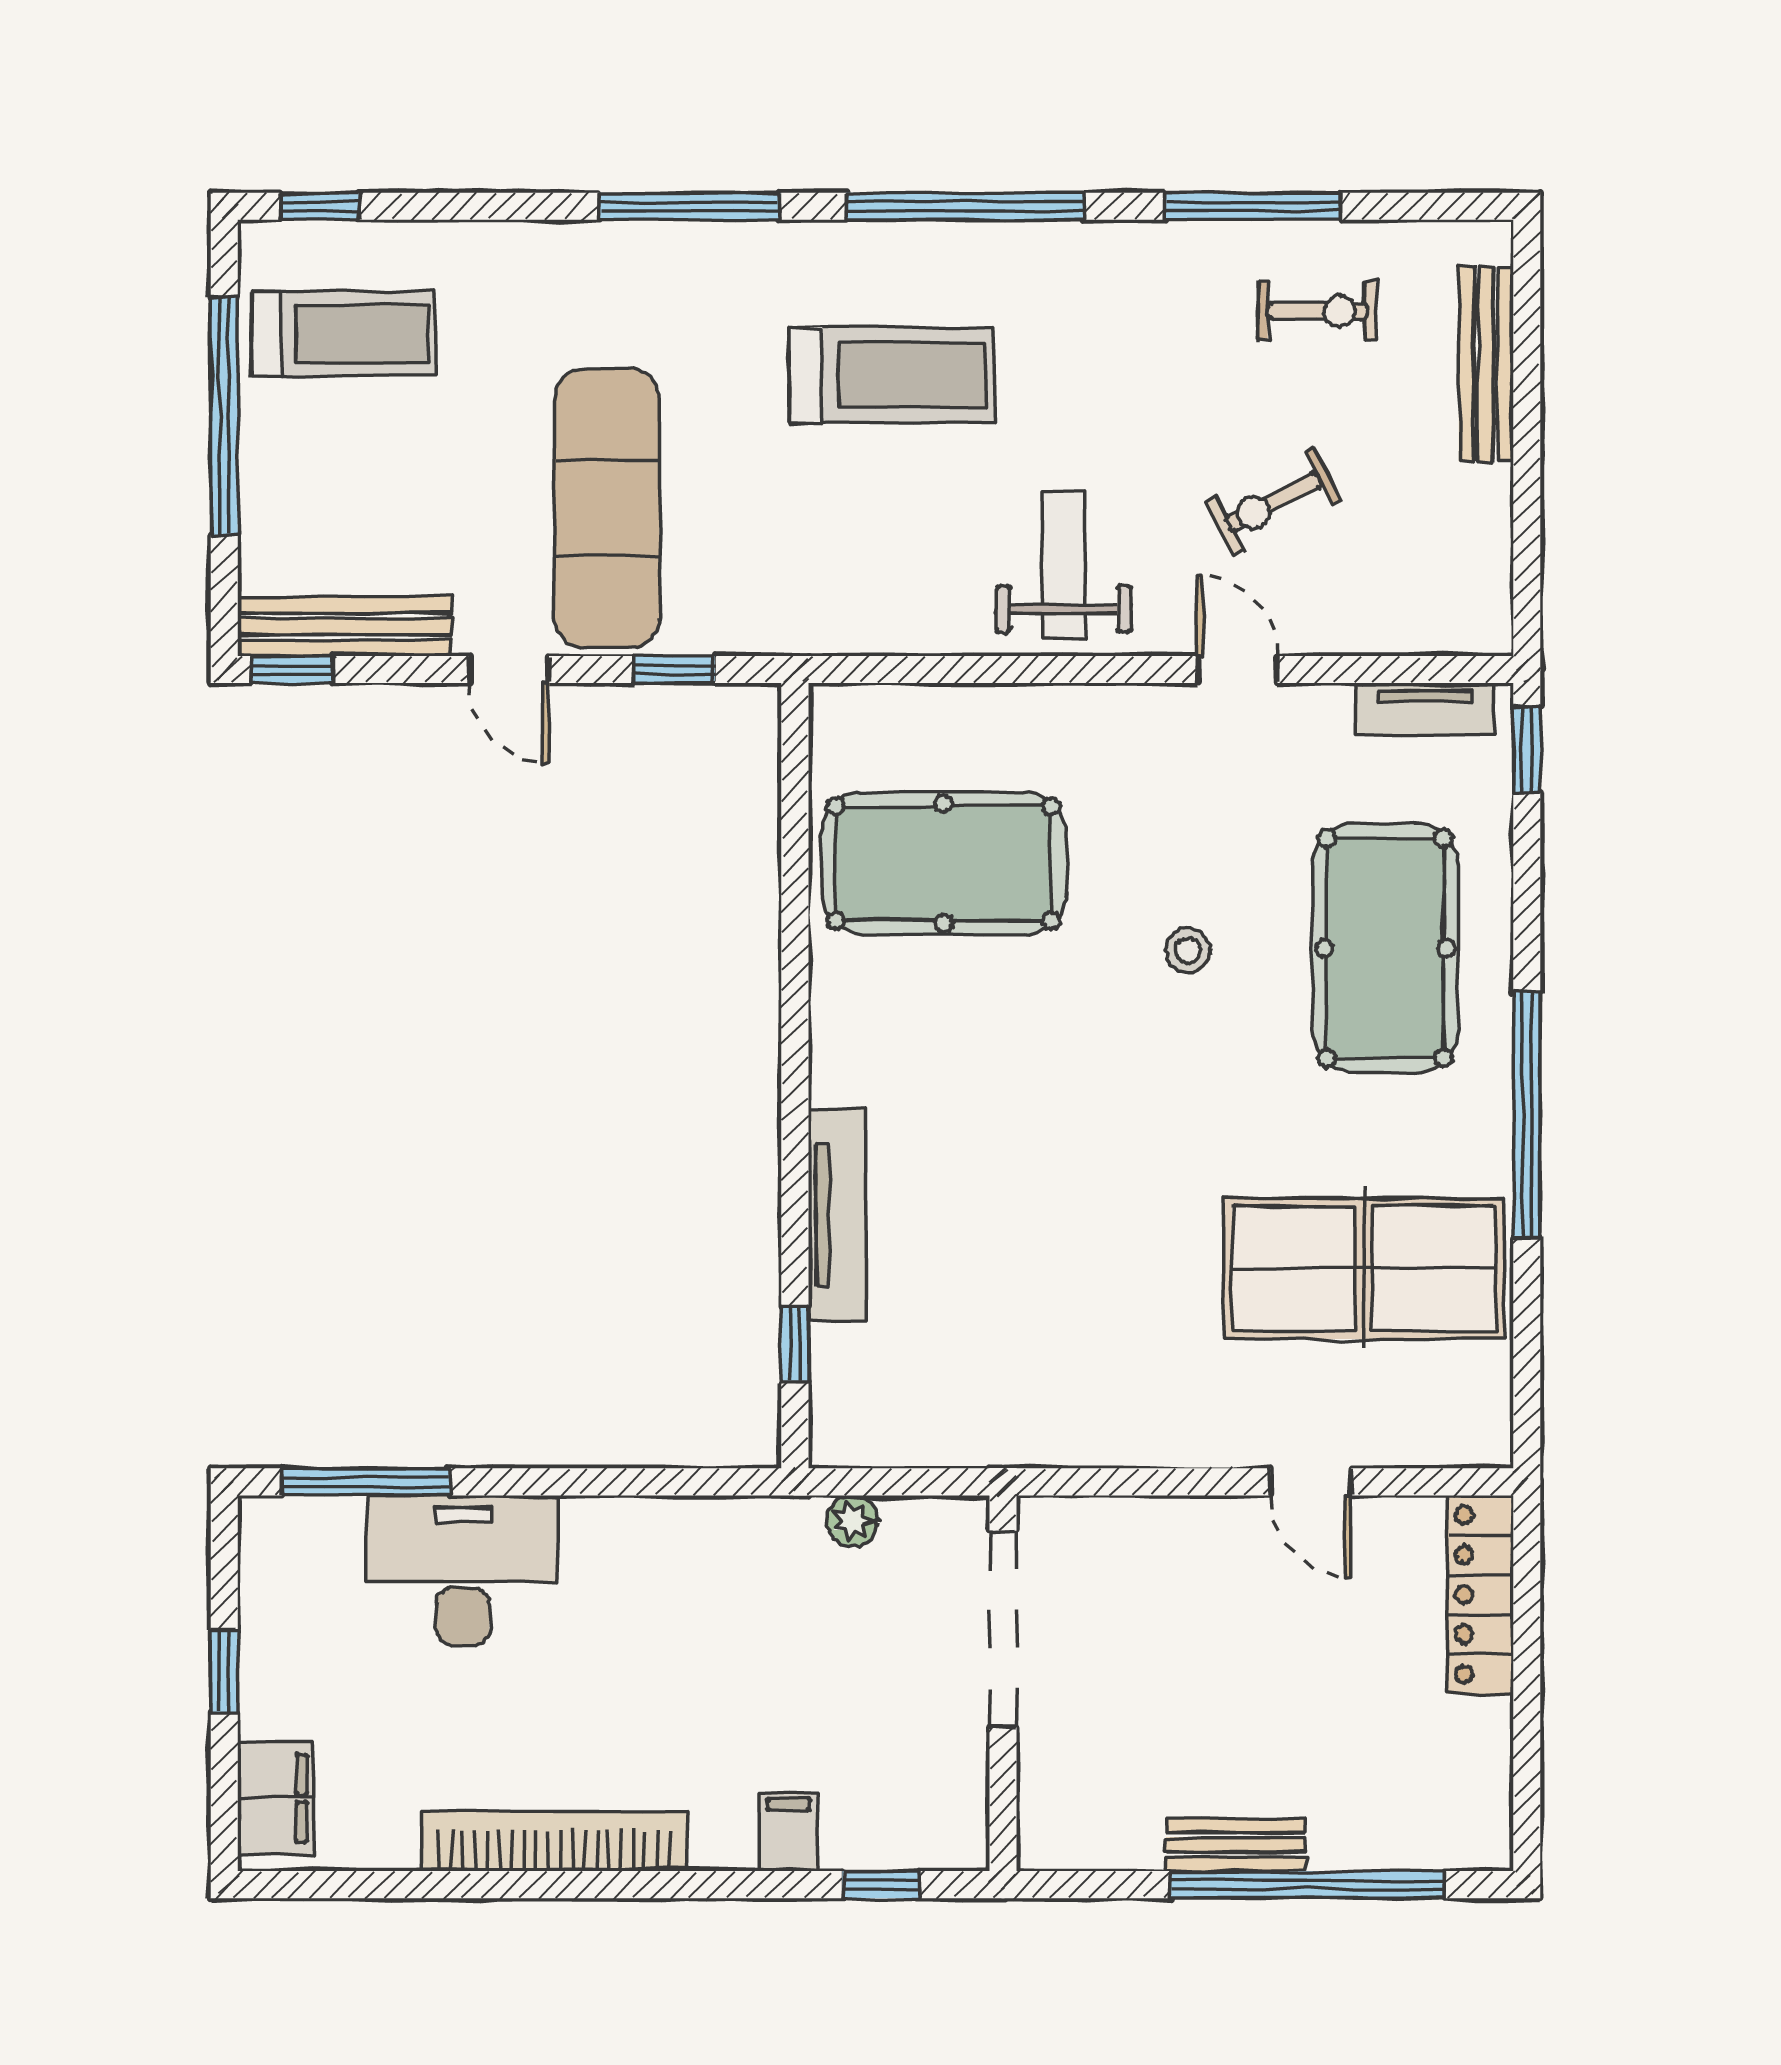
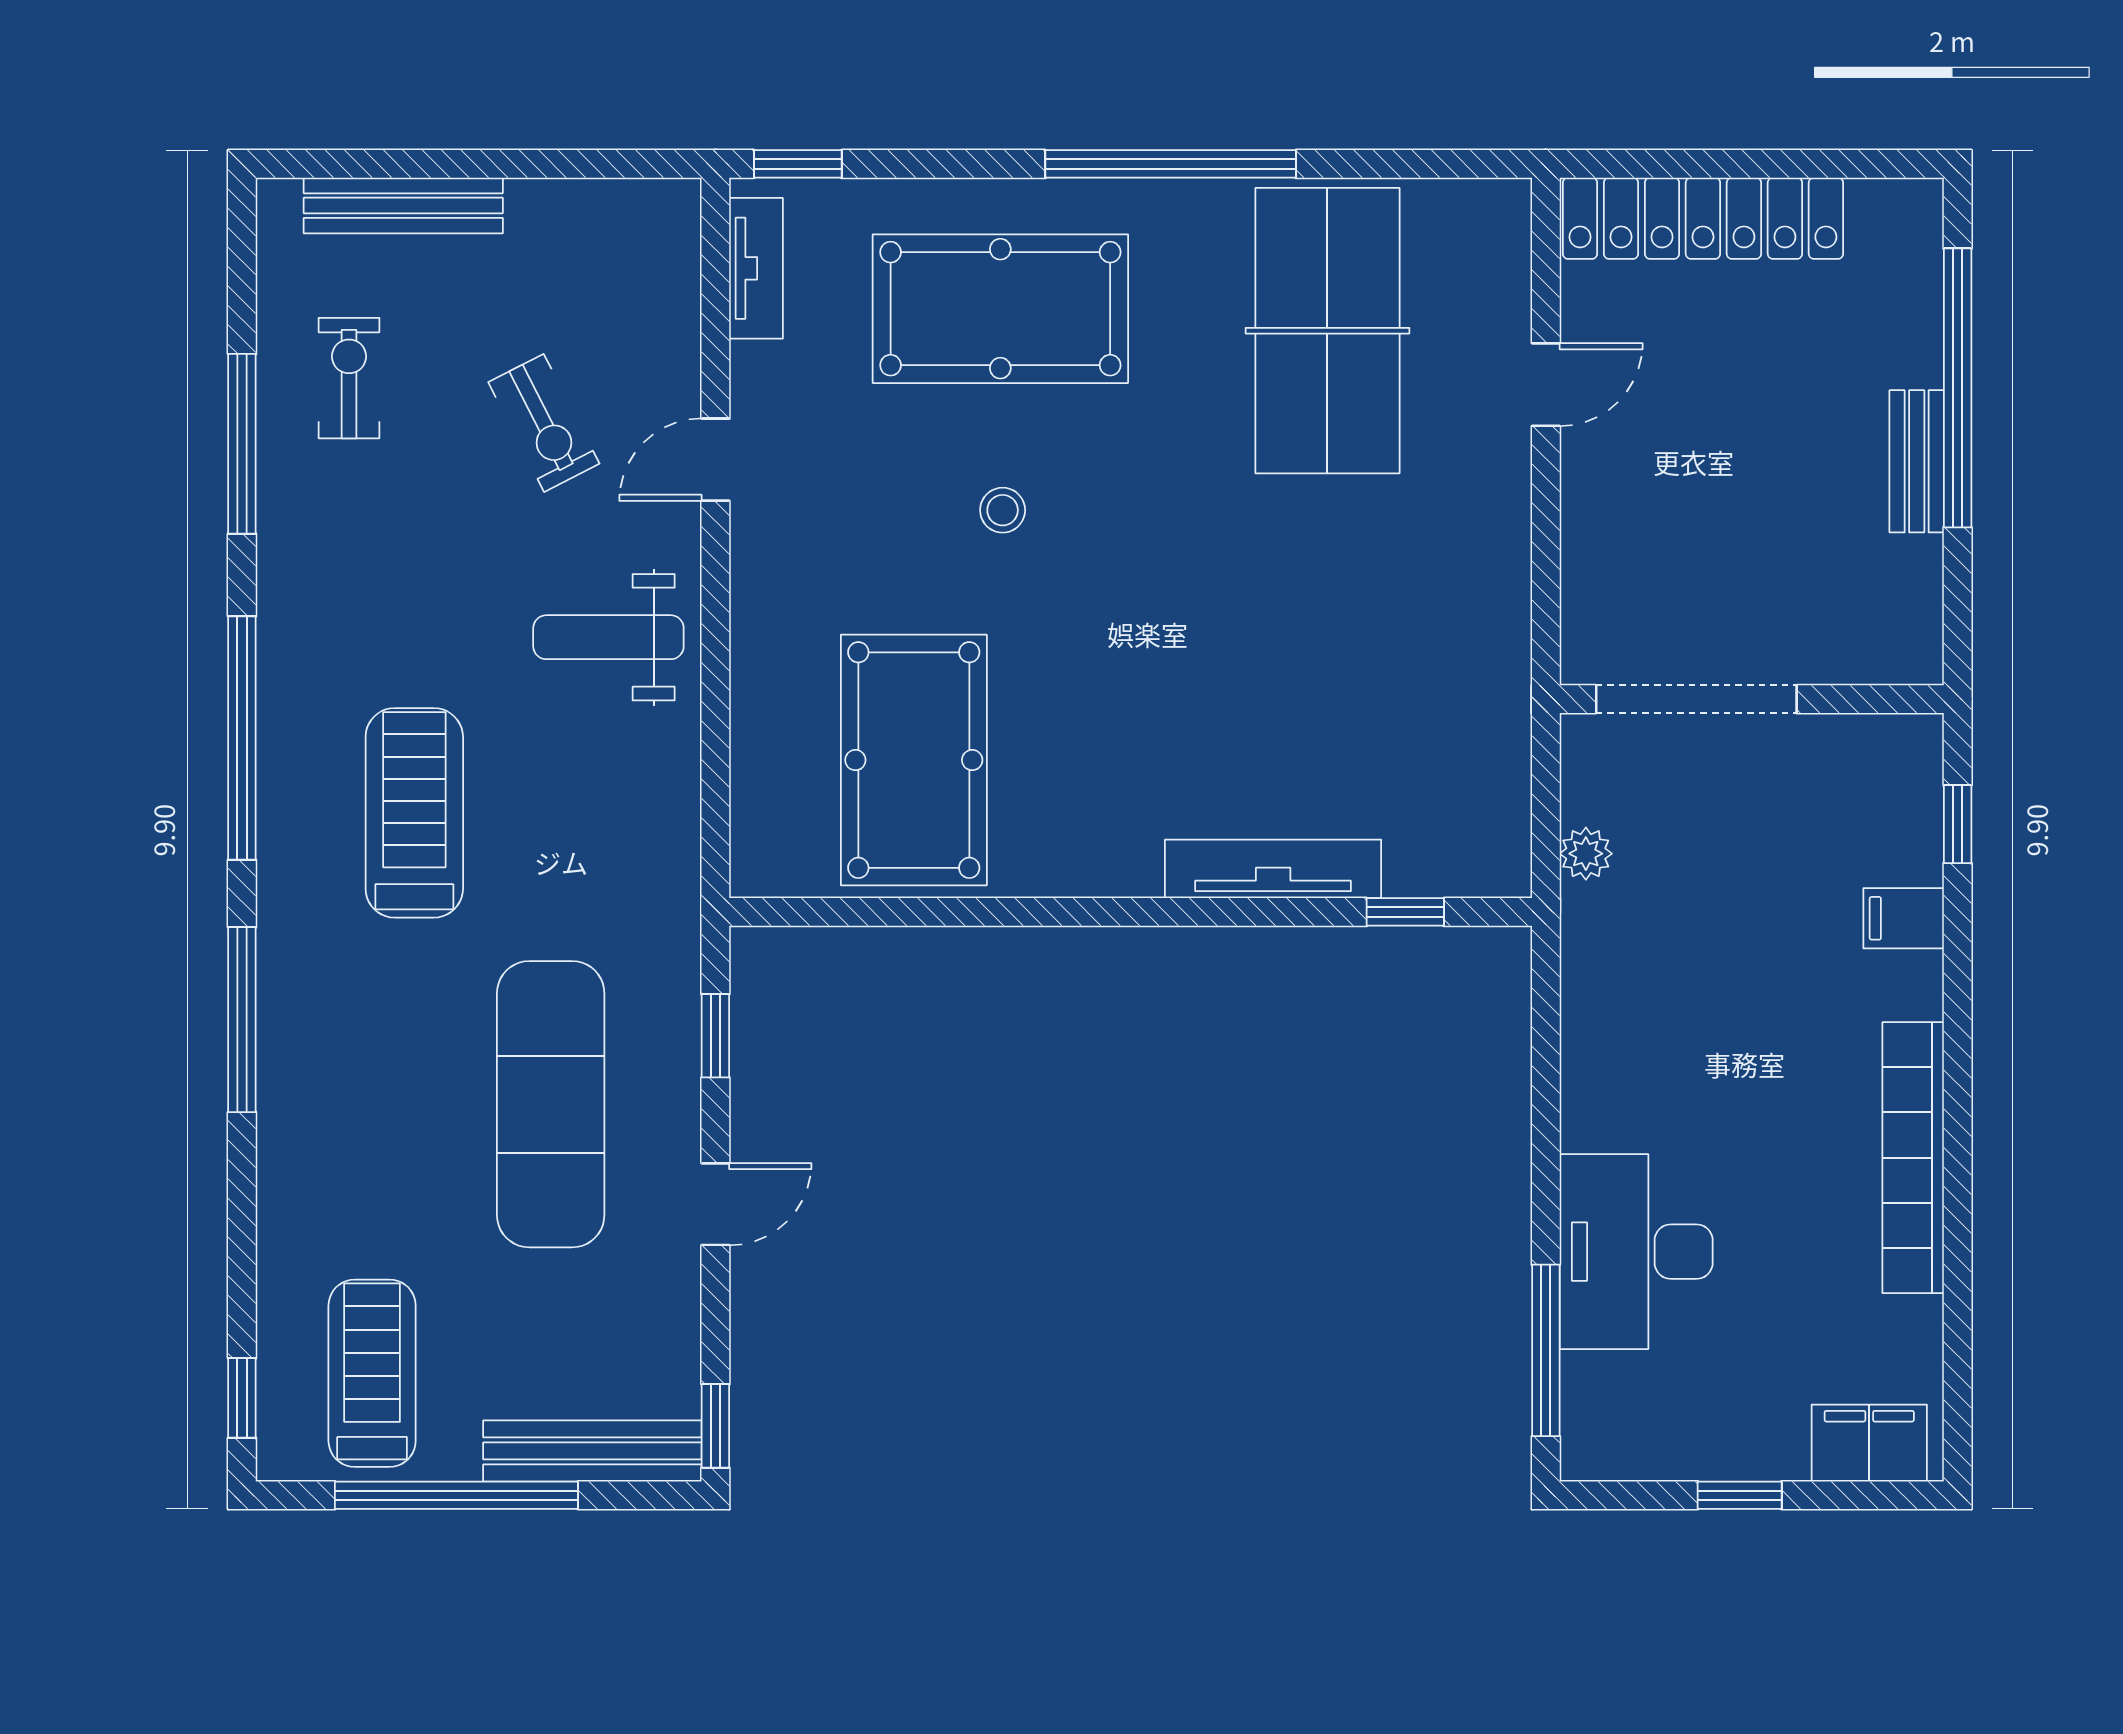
exercise mat: (607, 508) -> (551, 1104), turned 90
bench: (345, 626) -> (592, 1451), moved, turned 90
locker: (1480, 1595) -> (1703, 218), width x1.41, depth x1.21

